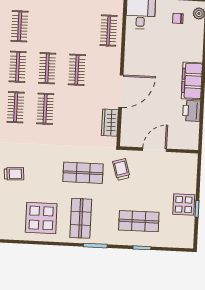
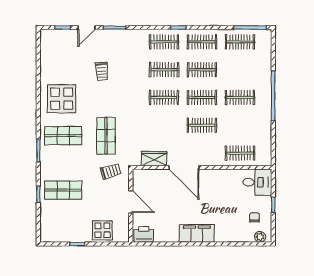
clothes rail: (20, 26) -> (240, 97), moved
printer: (192, 111) -> (144, 234), moved
display table: (184, 205) -> (102, 230), moved
shop shelf: (139, 221) -> (63, 190), turned 90

